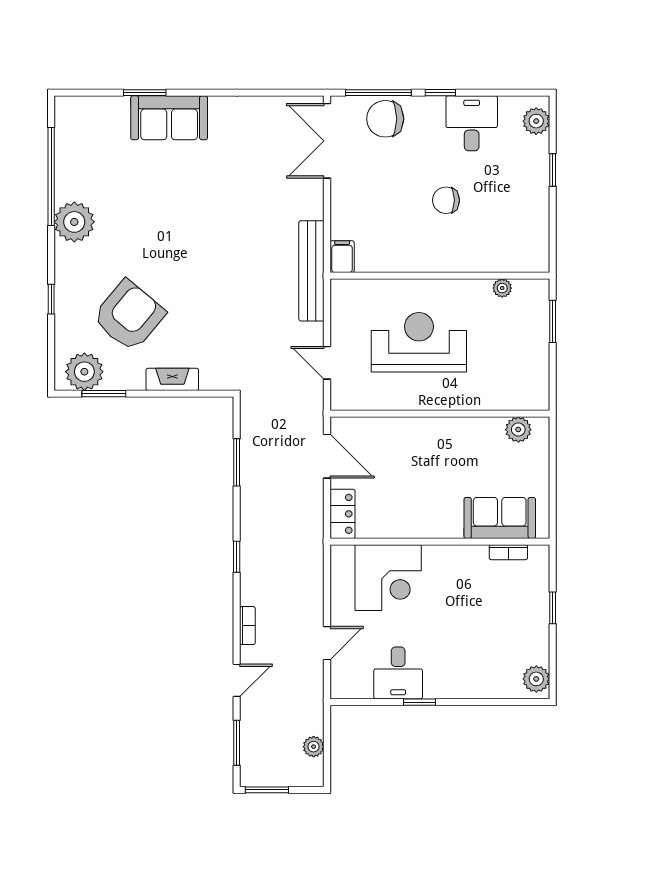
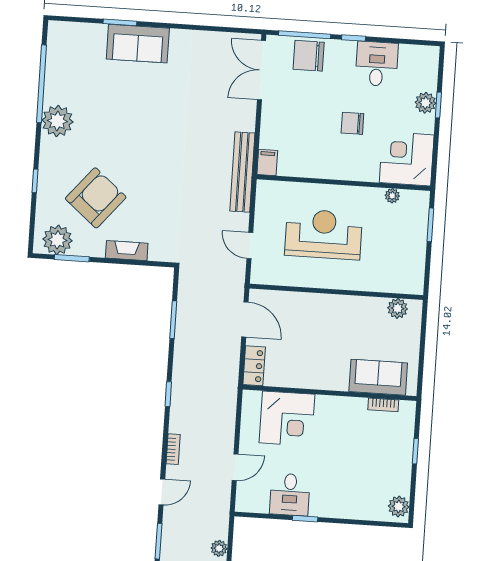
plant: (536, 121) -> (425, 103), moved
corner desk: (517, 240) -> (407, 159), added

